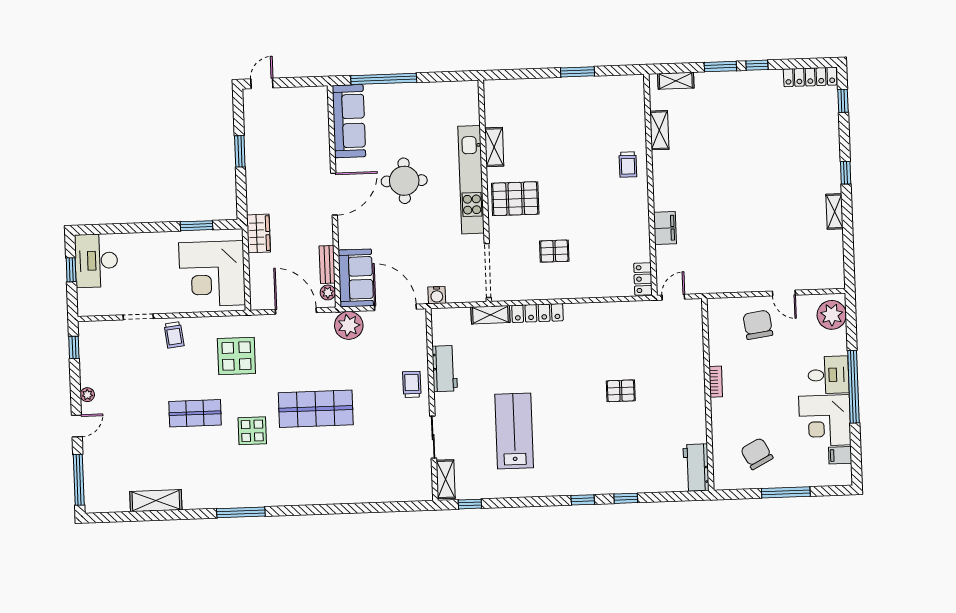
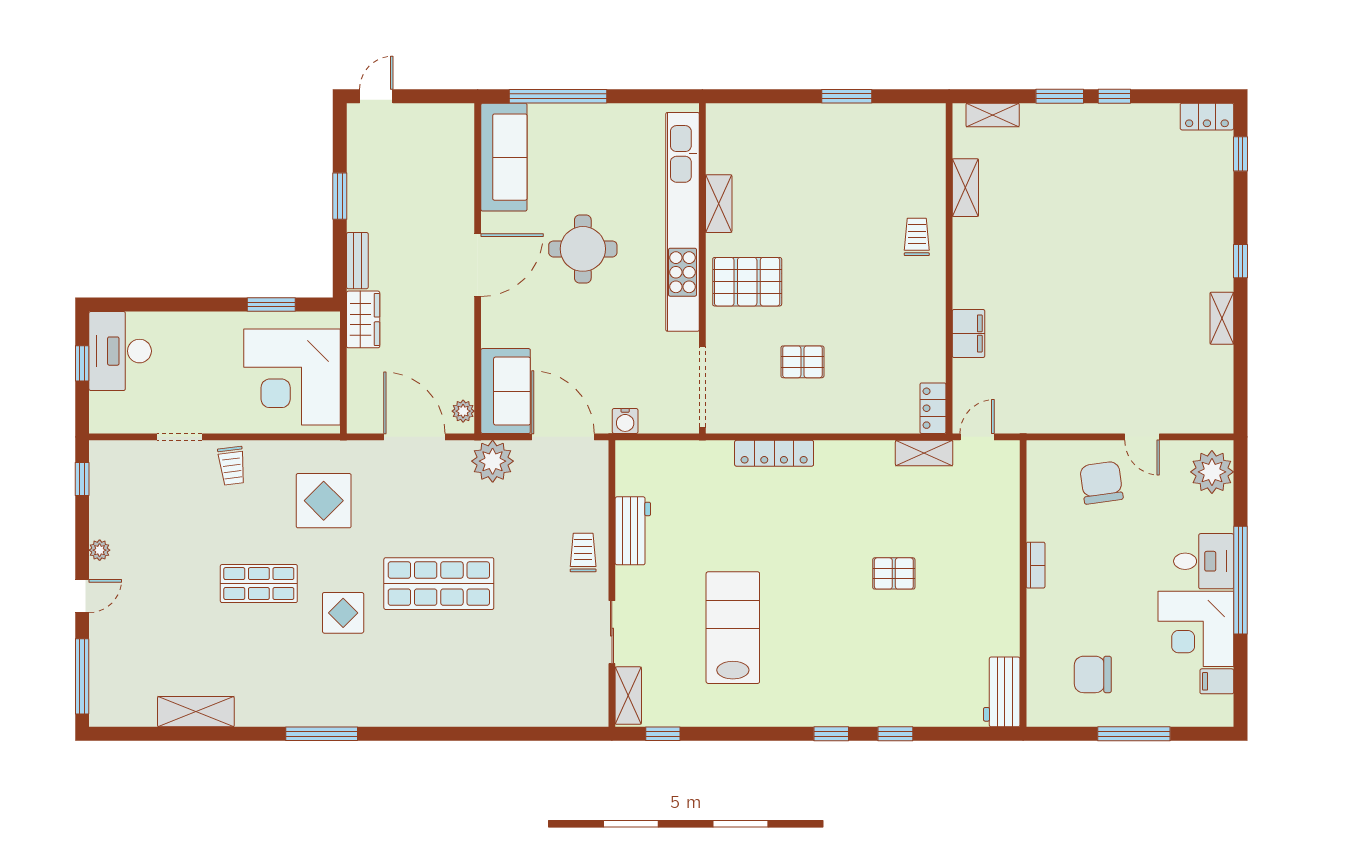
locker: (810, 77) -> (1207, 117), width x0.66
trolley: (628, 164) -> (917, 237), turned 180
kitchen unit: (471, 180) -> (683, 222), width x1.36
bench: (327, 265) -> (357, 261), moved
shelving: (490, 315) -> (924, 453), moved
chair: (757, 454) -> (1093, 674), turned -62

